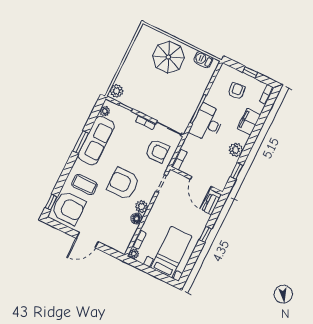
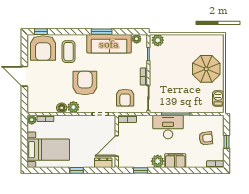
filing cabinet: (249, 122) -> (175, 161), moved

